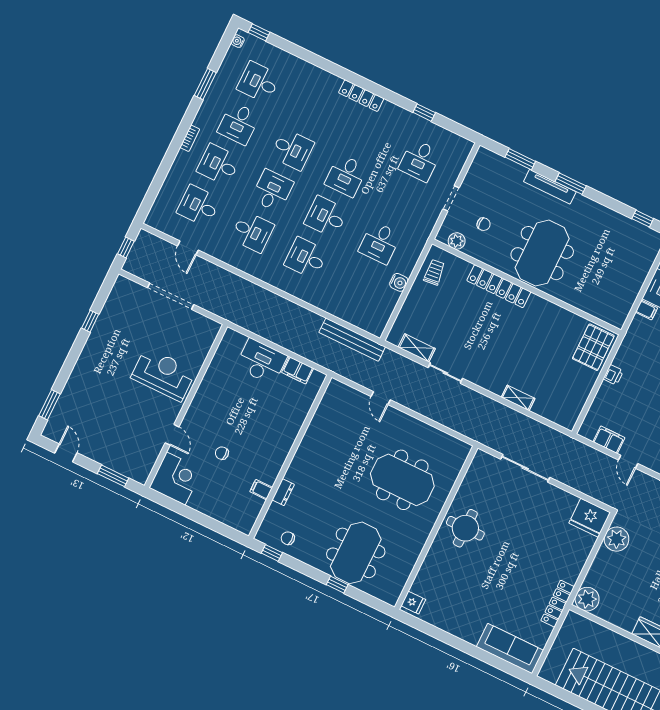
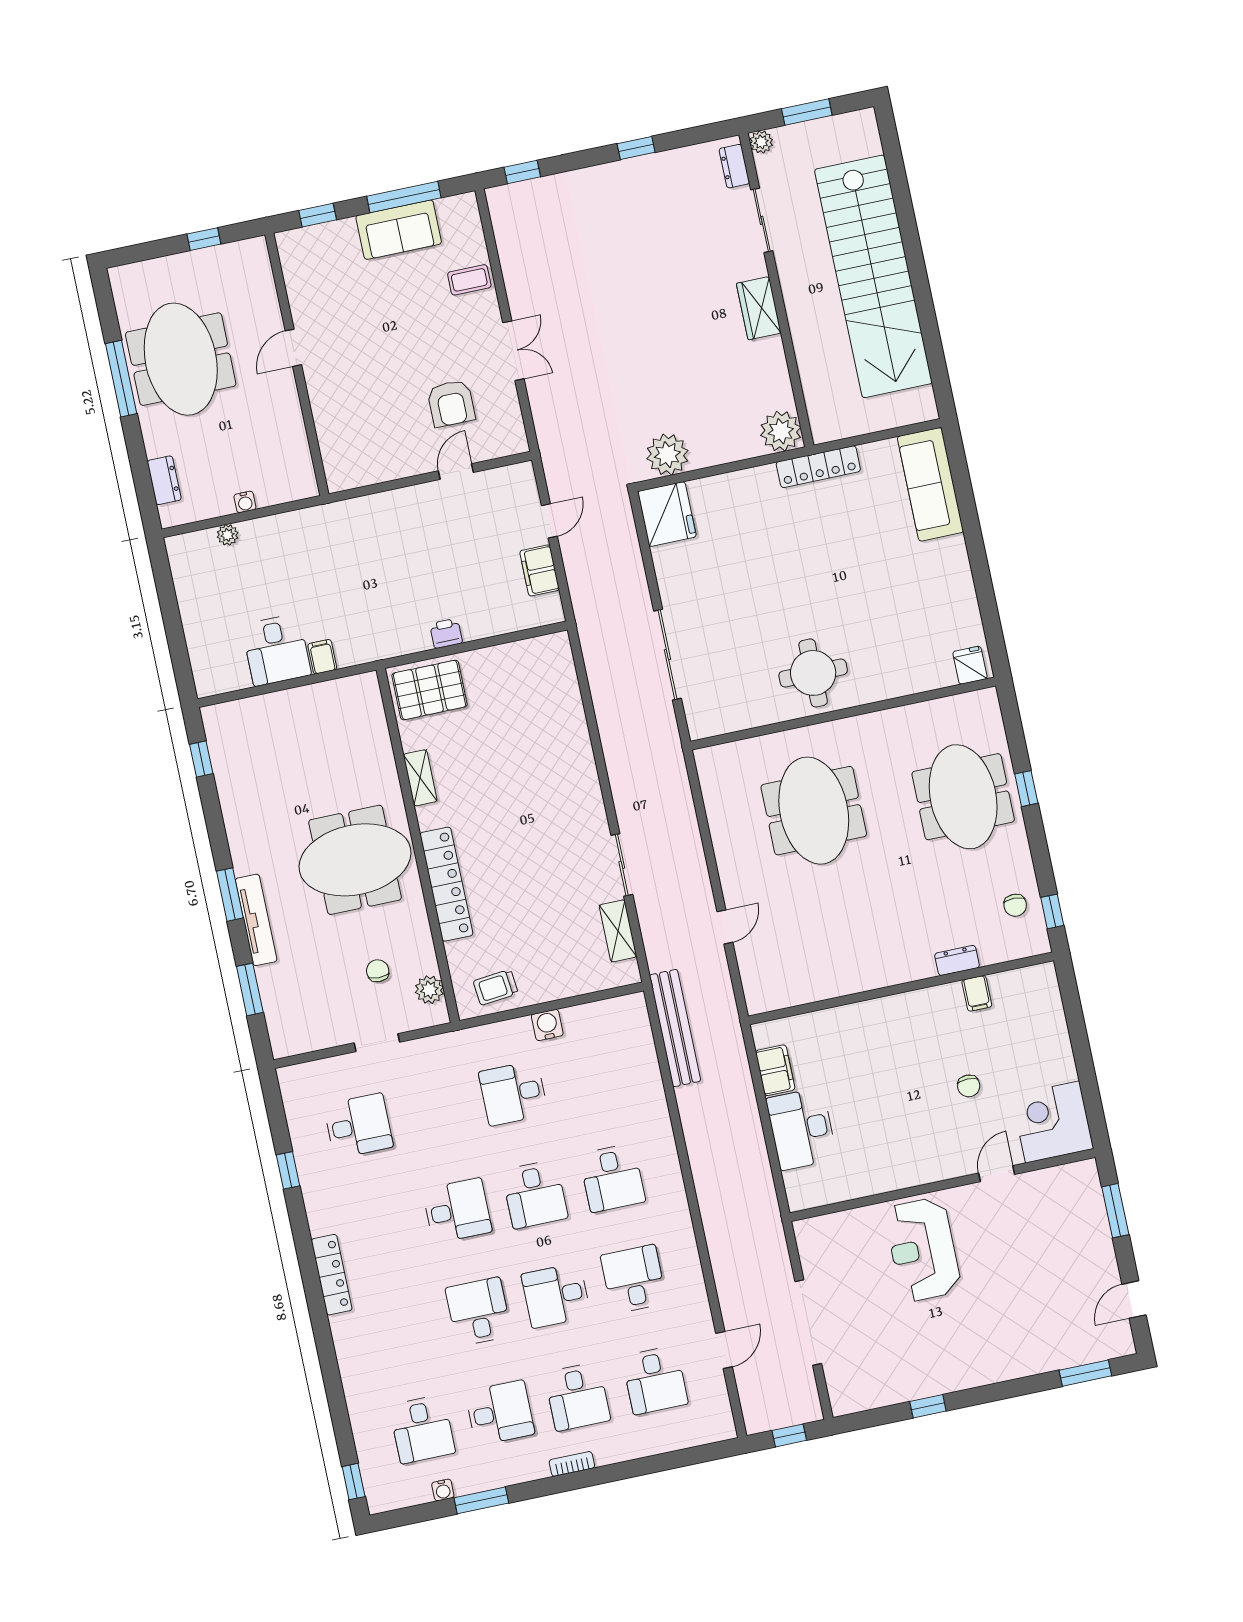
water cooler: (238, 41) -> (443, 1490), moved
desk: (380, 243) -> (513, 1093), turned 180
shelving: (518, 398) -> (420, 778), moved
meeting table: (356, 553) -> (963, 797), turned 90

